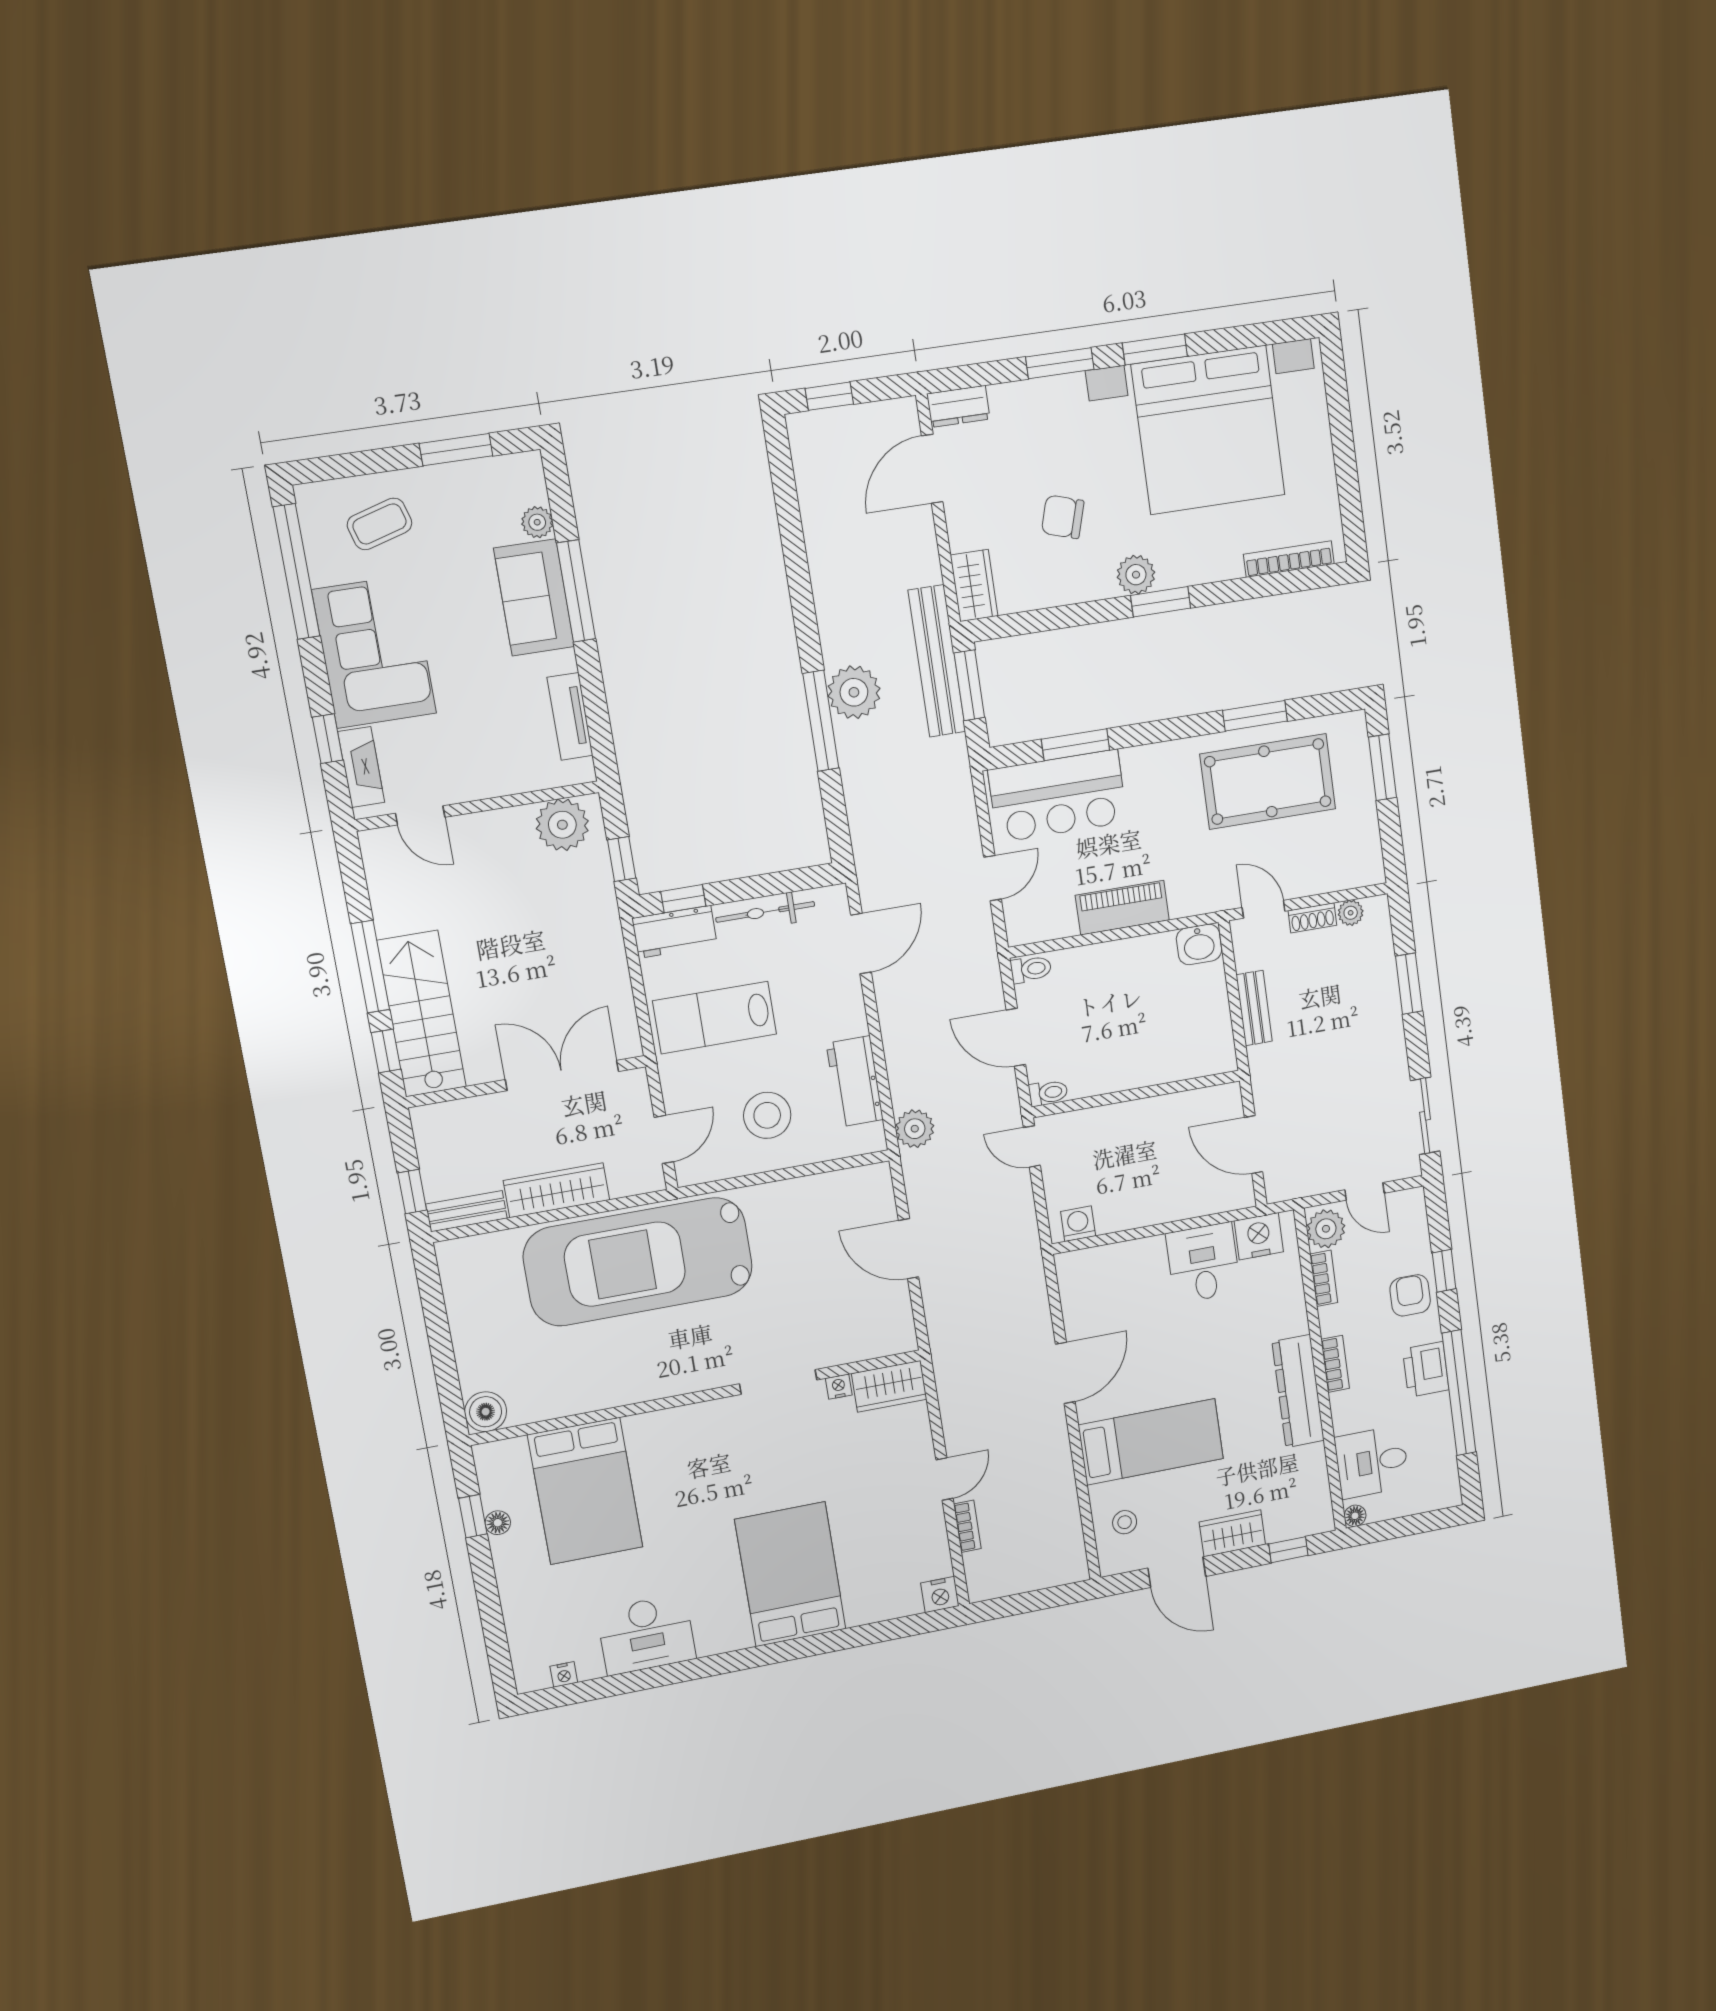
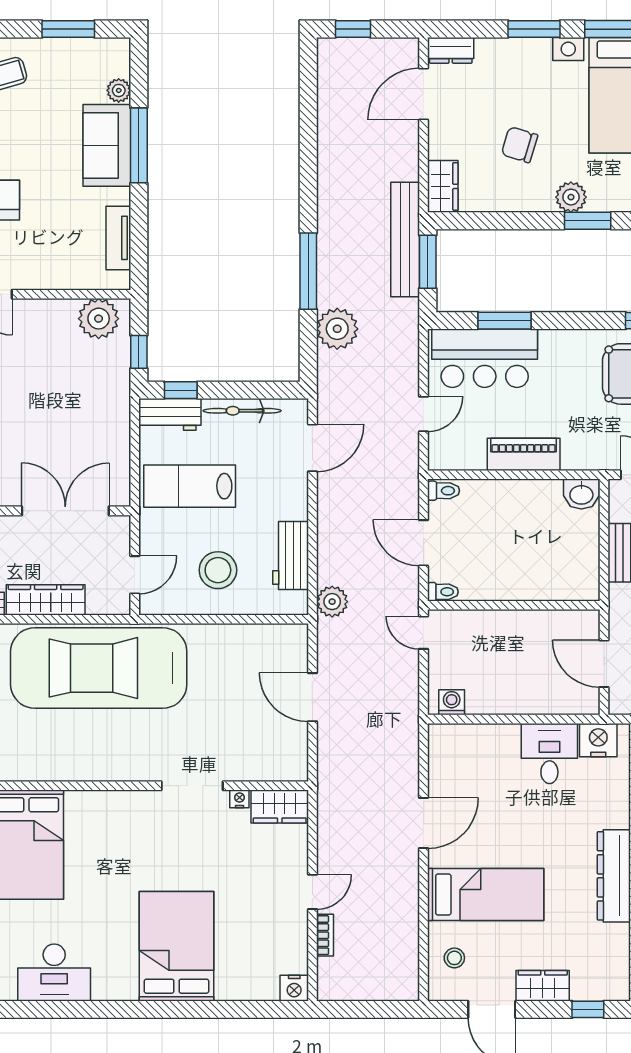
plant: (854, 692) -> (337, 329), moved

